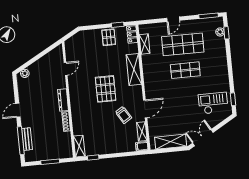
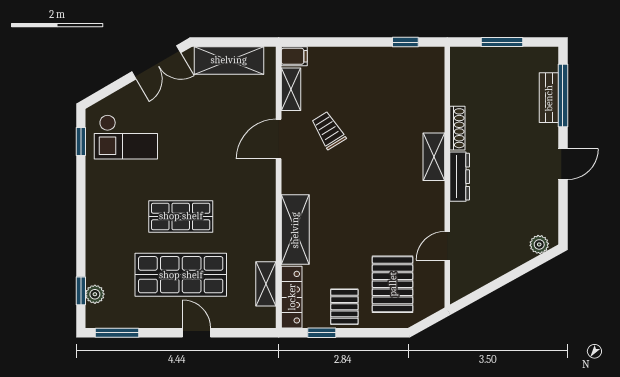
door: (173, 19) -> (197, 333), hinge flipped
locker: (132, 34) -> (292, 297), width x1.53
pallet: (106, 89) -> (393, 284), moved
shelving: (79, 146) -> (434, 157), moved

